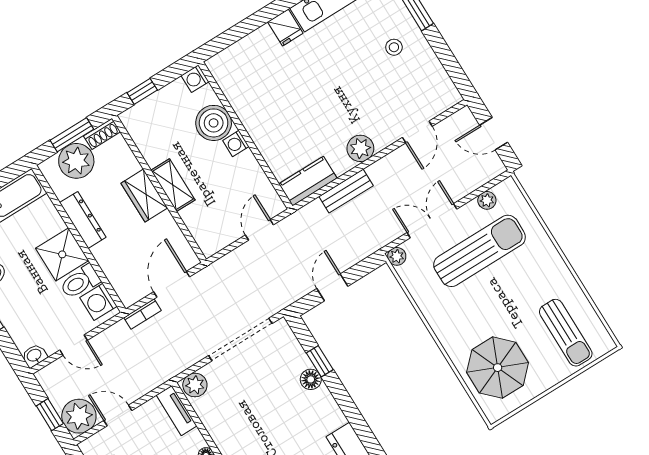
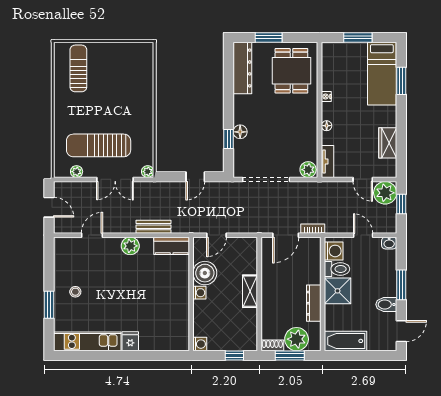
boiler: (214, 123) -> (205, 273), moved
wardrobe: (144, 196) -> (270, 295), removed
parasol: (498, 368) -> (129, 73), removed

